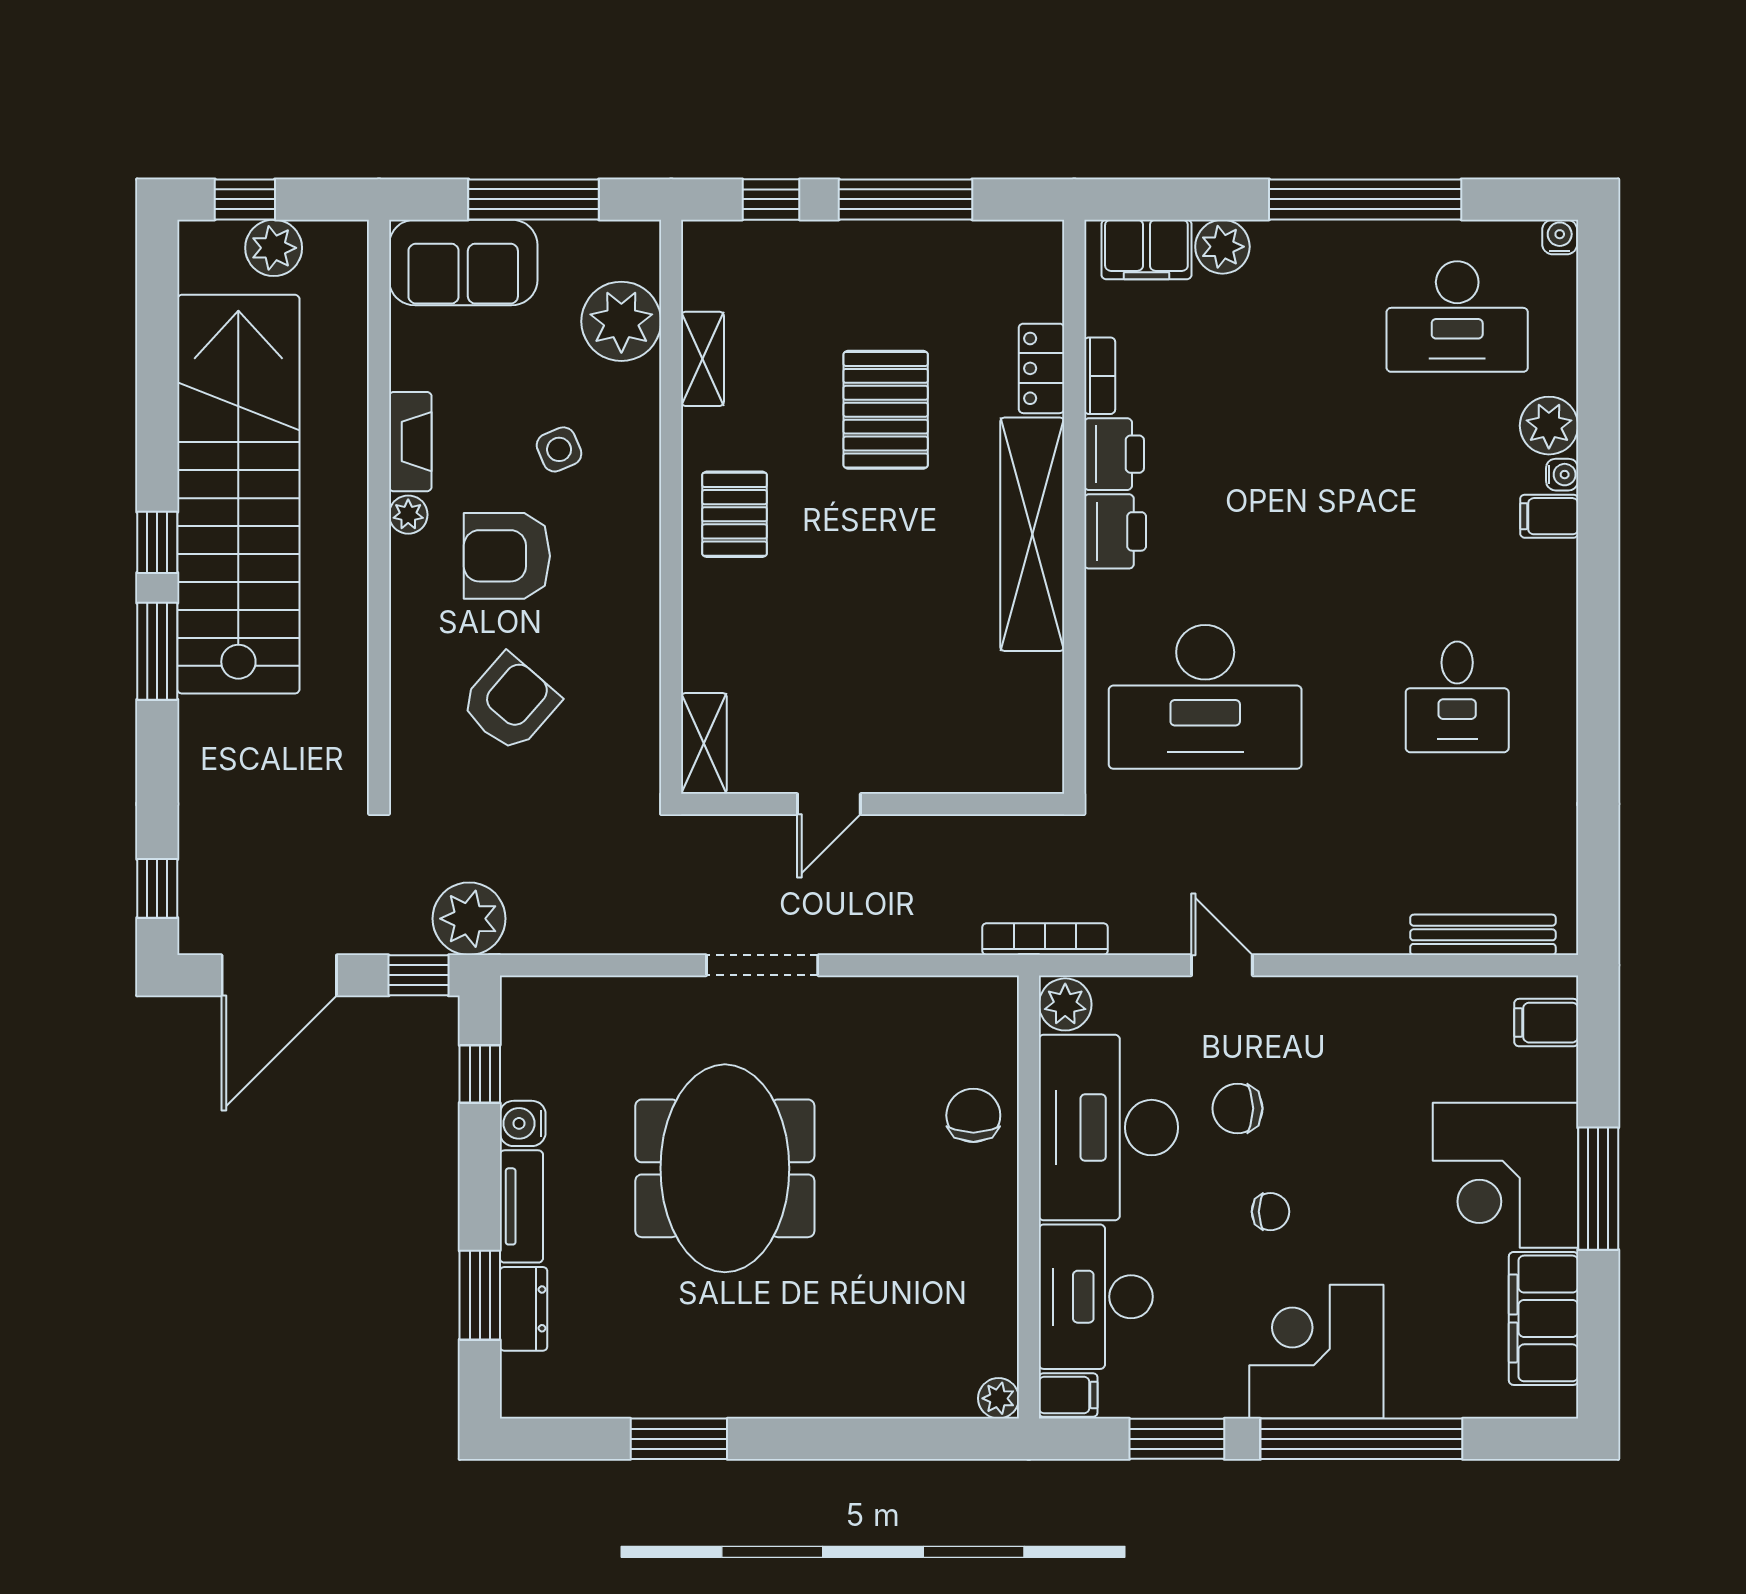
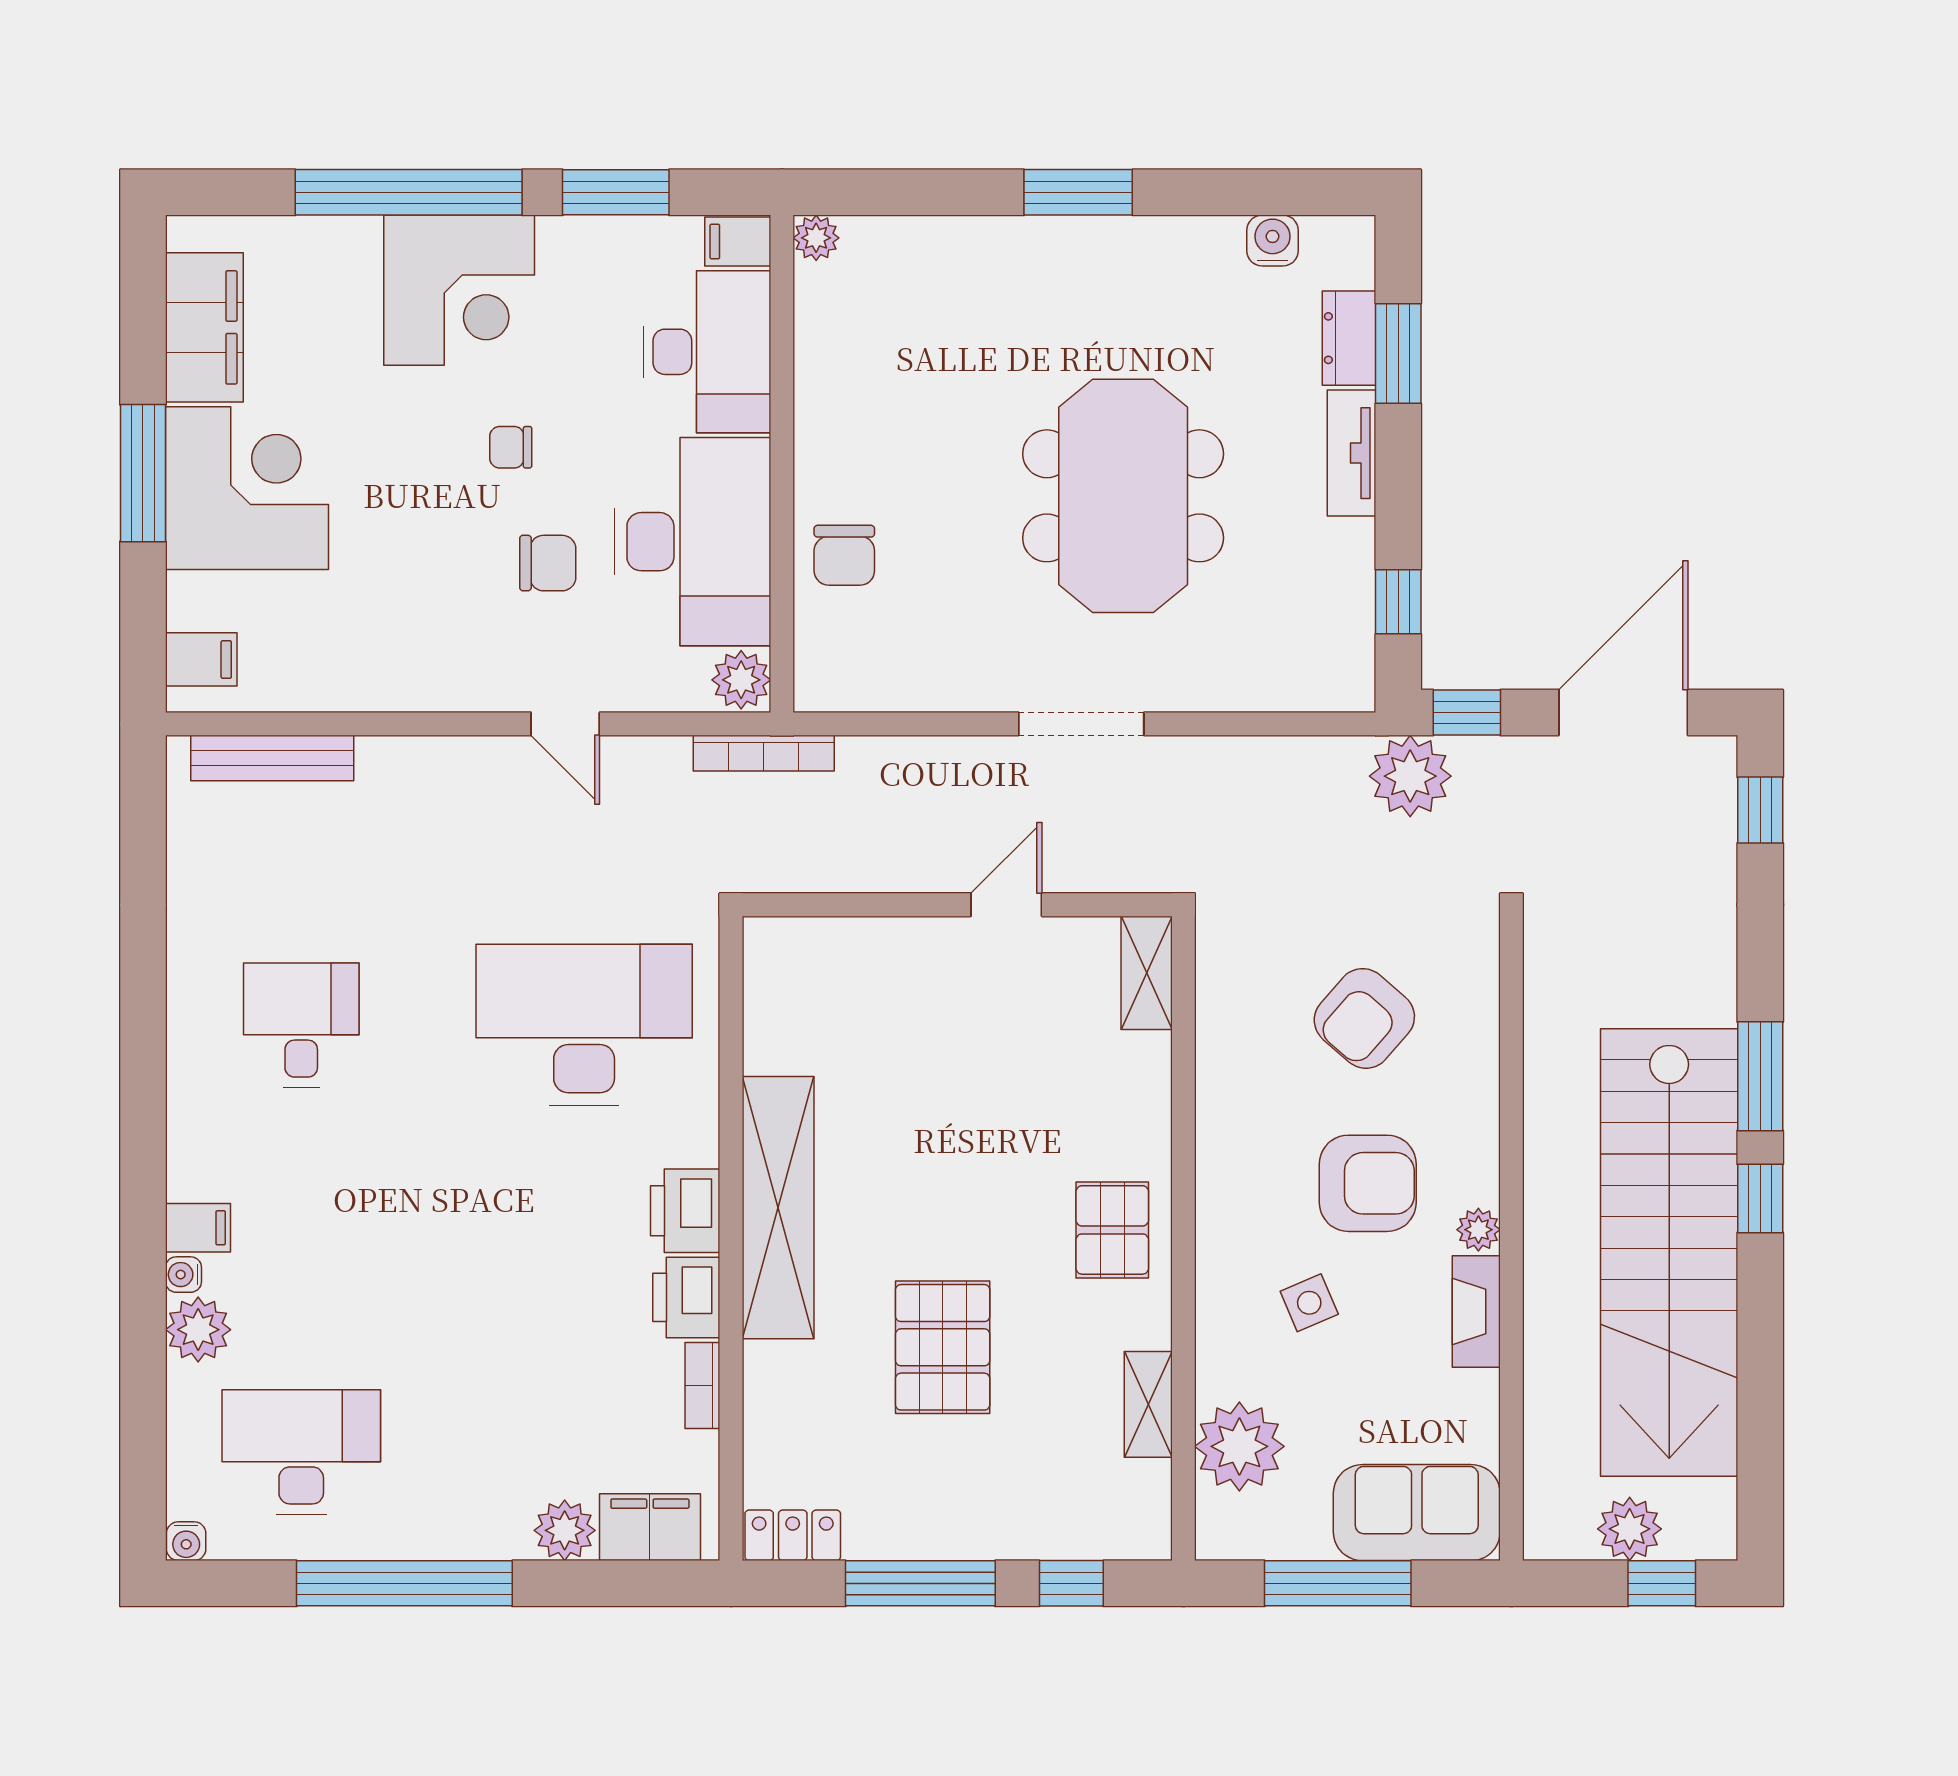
locker: (1041, 368) -> (793, 1535), moved, turned -90
water cooler: (523, 1123) -> (1273, 241), moved, turned -90
window: (679, 1439) -> (1078, 192), moved

